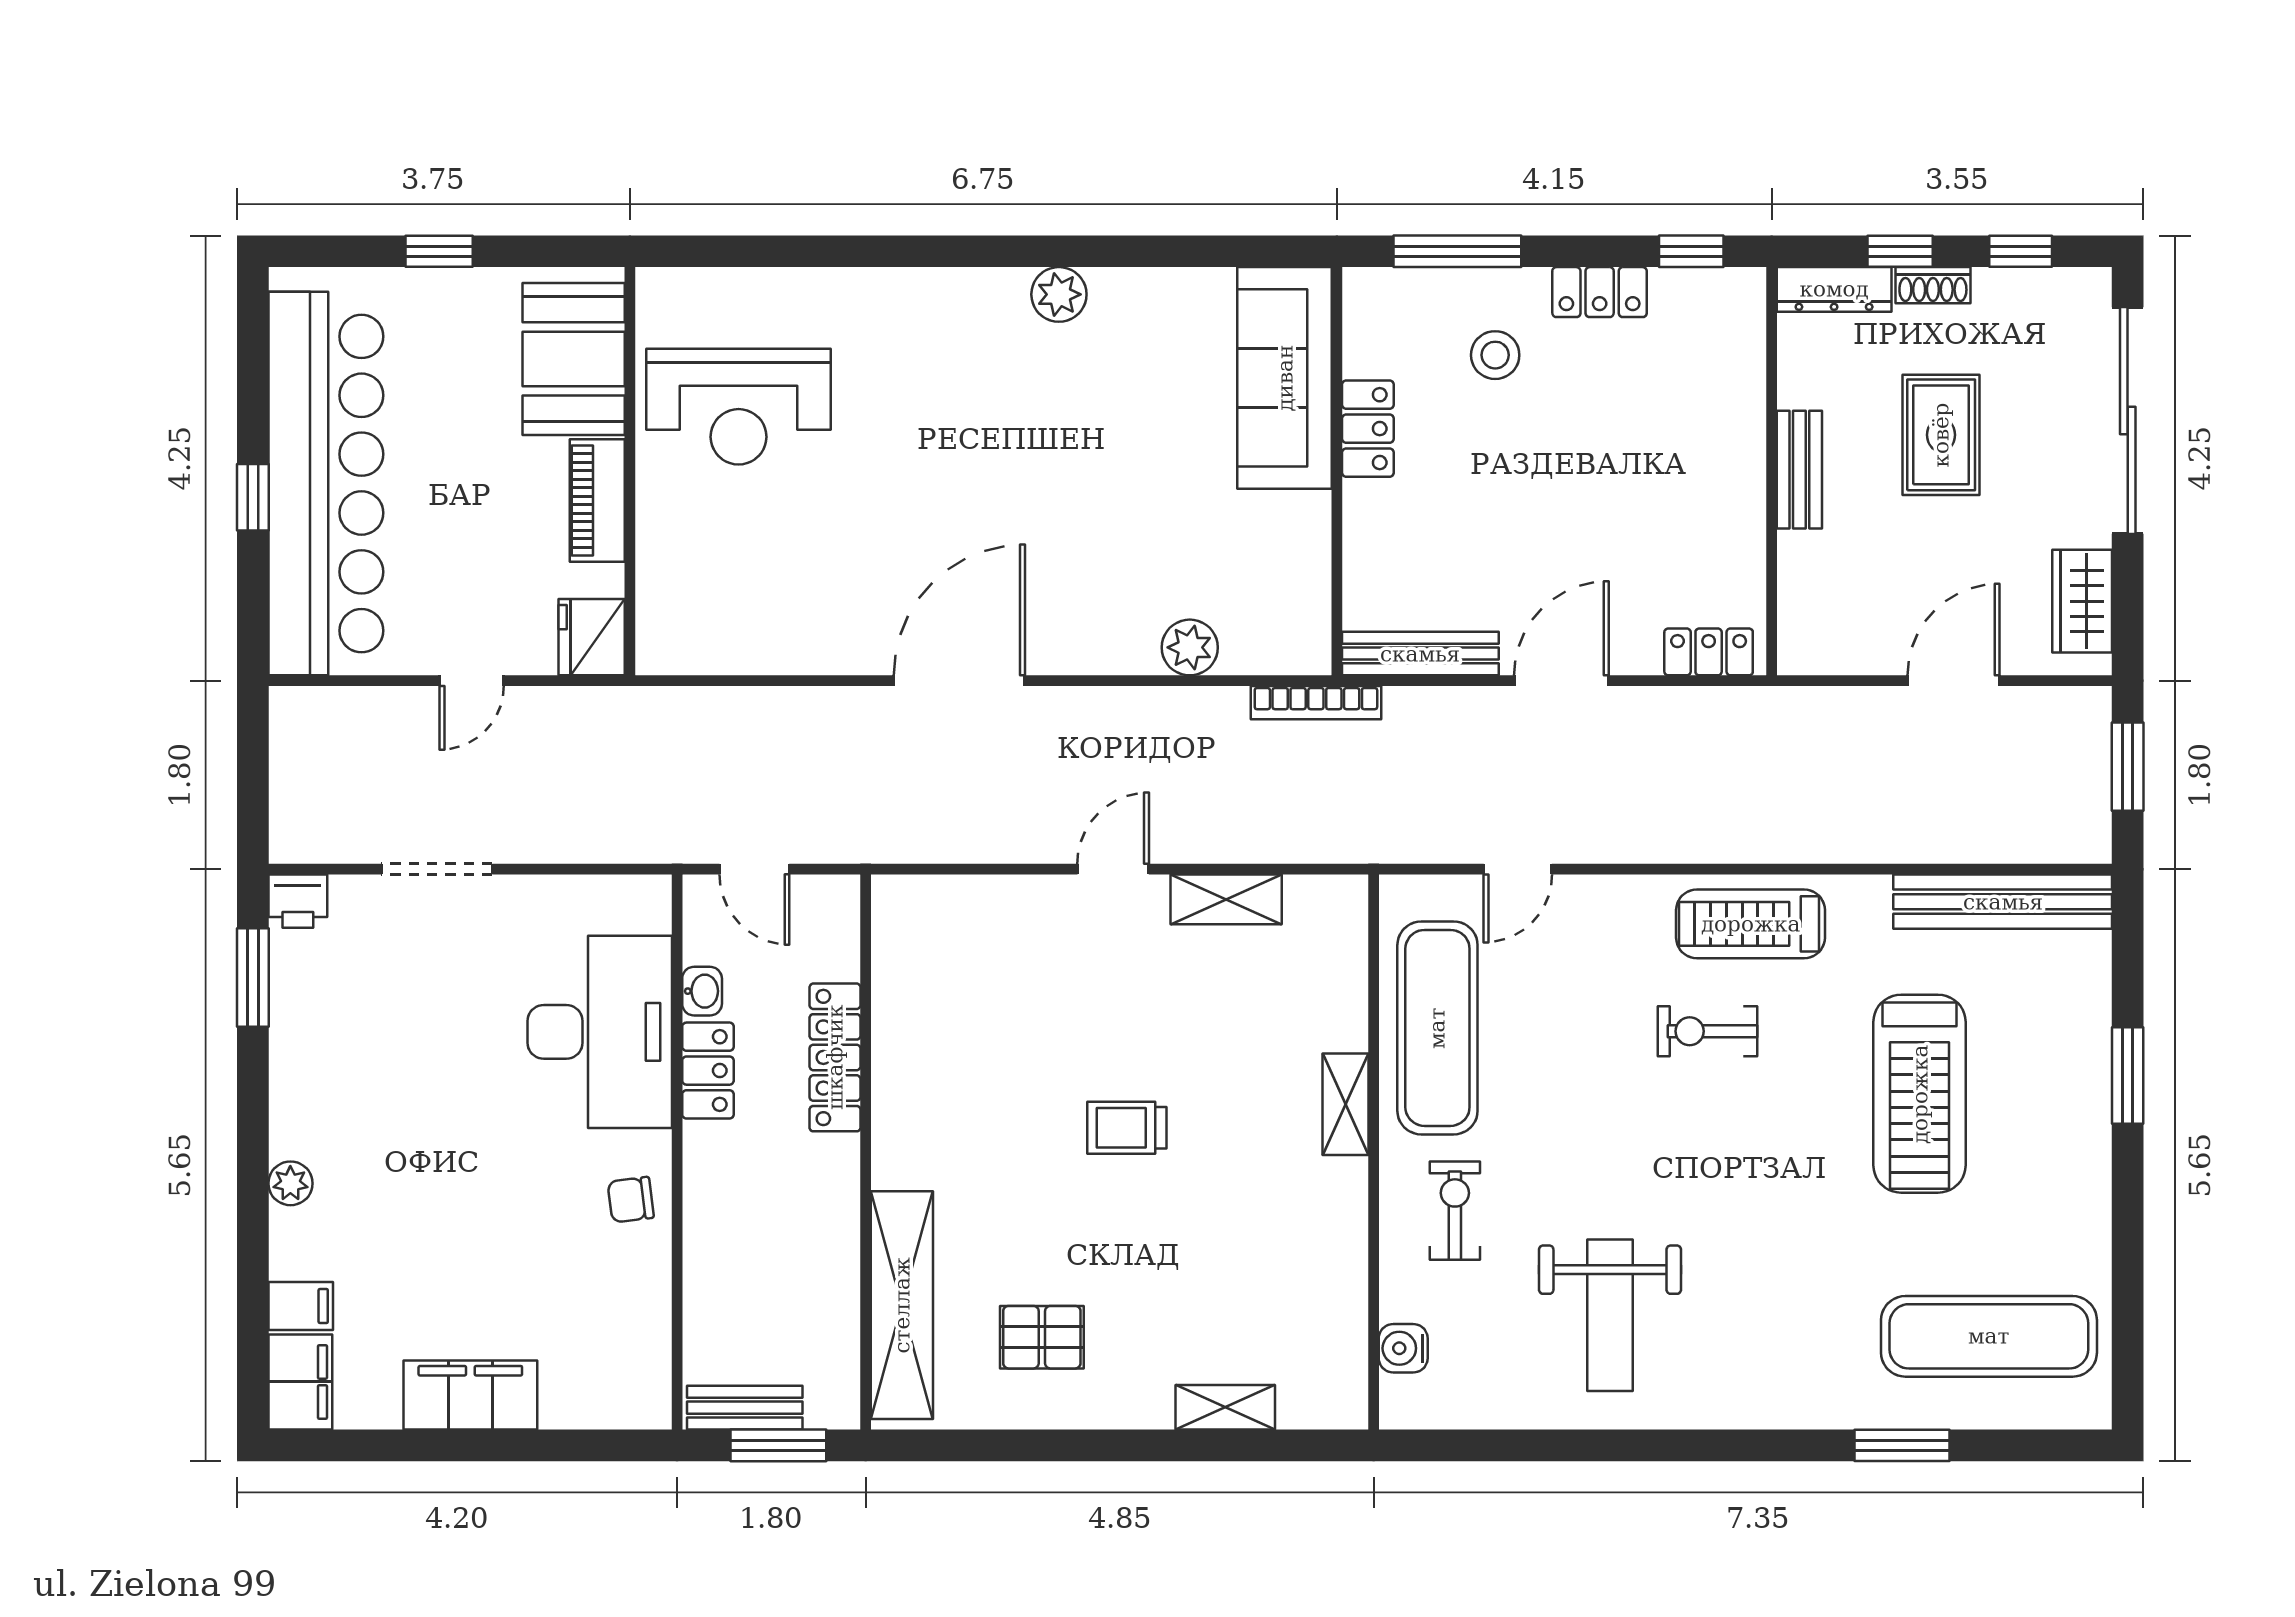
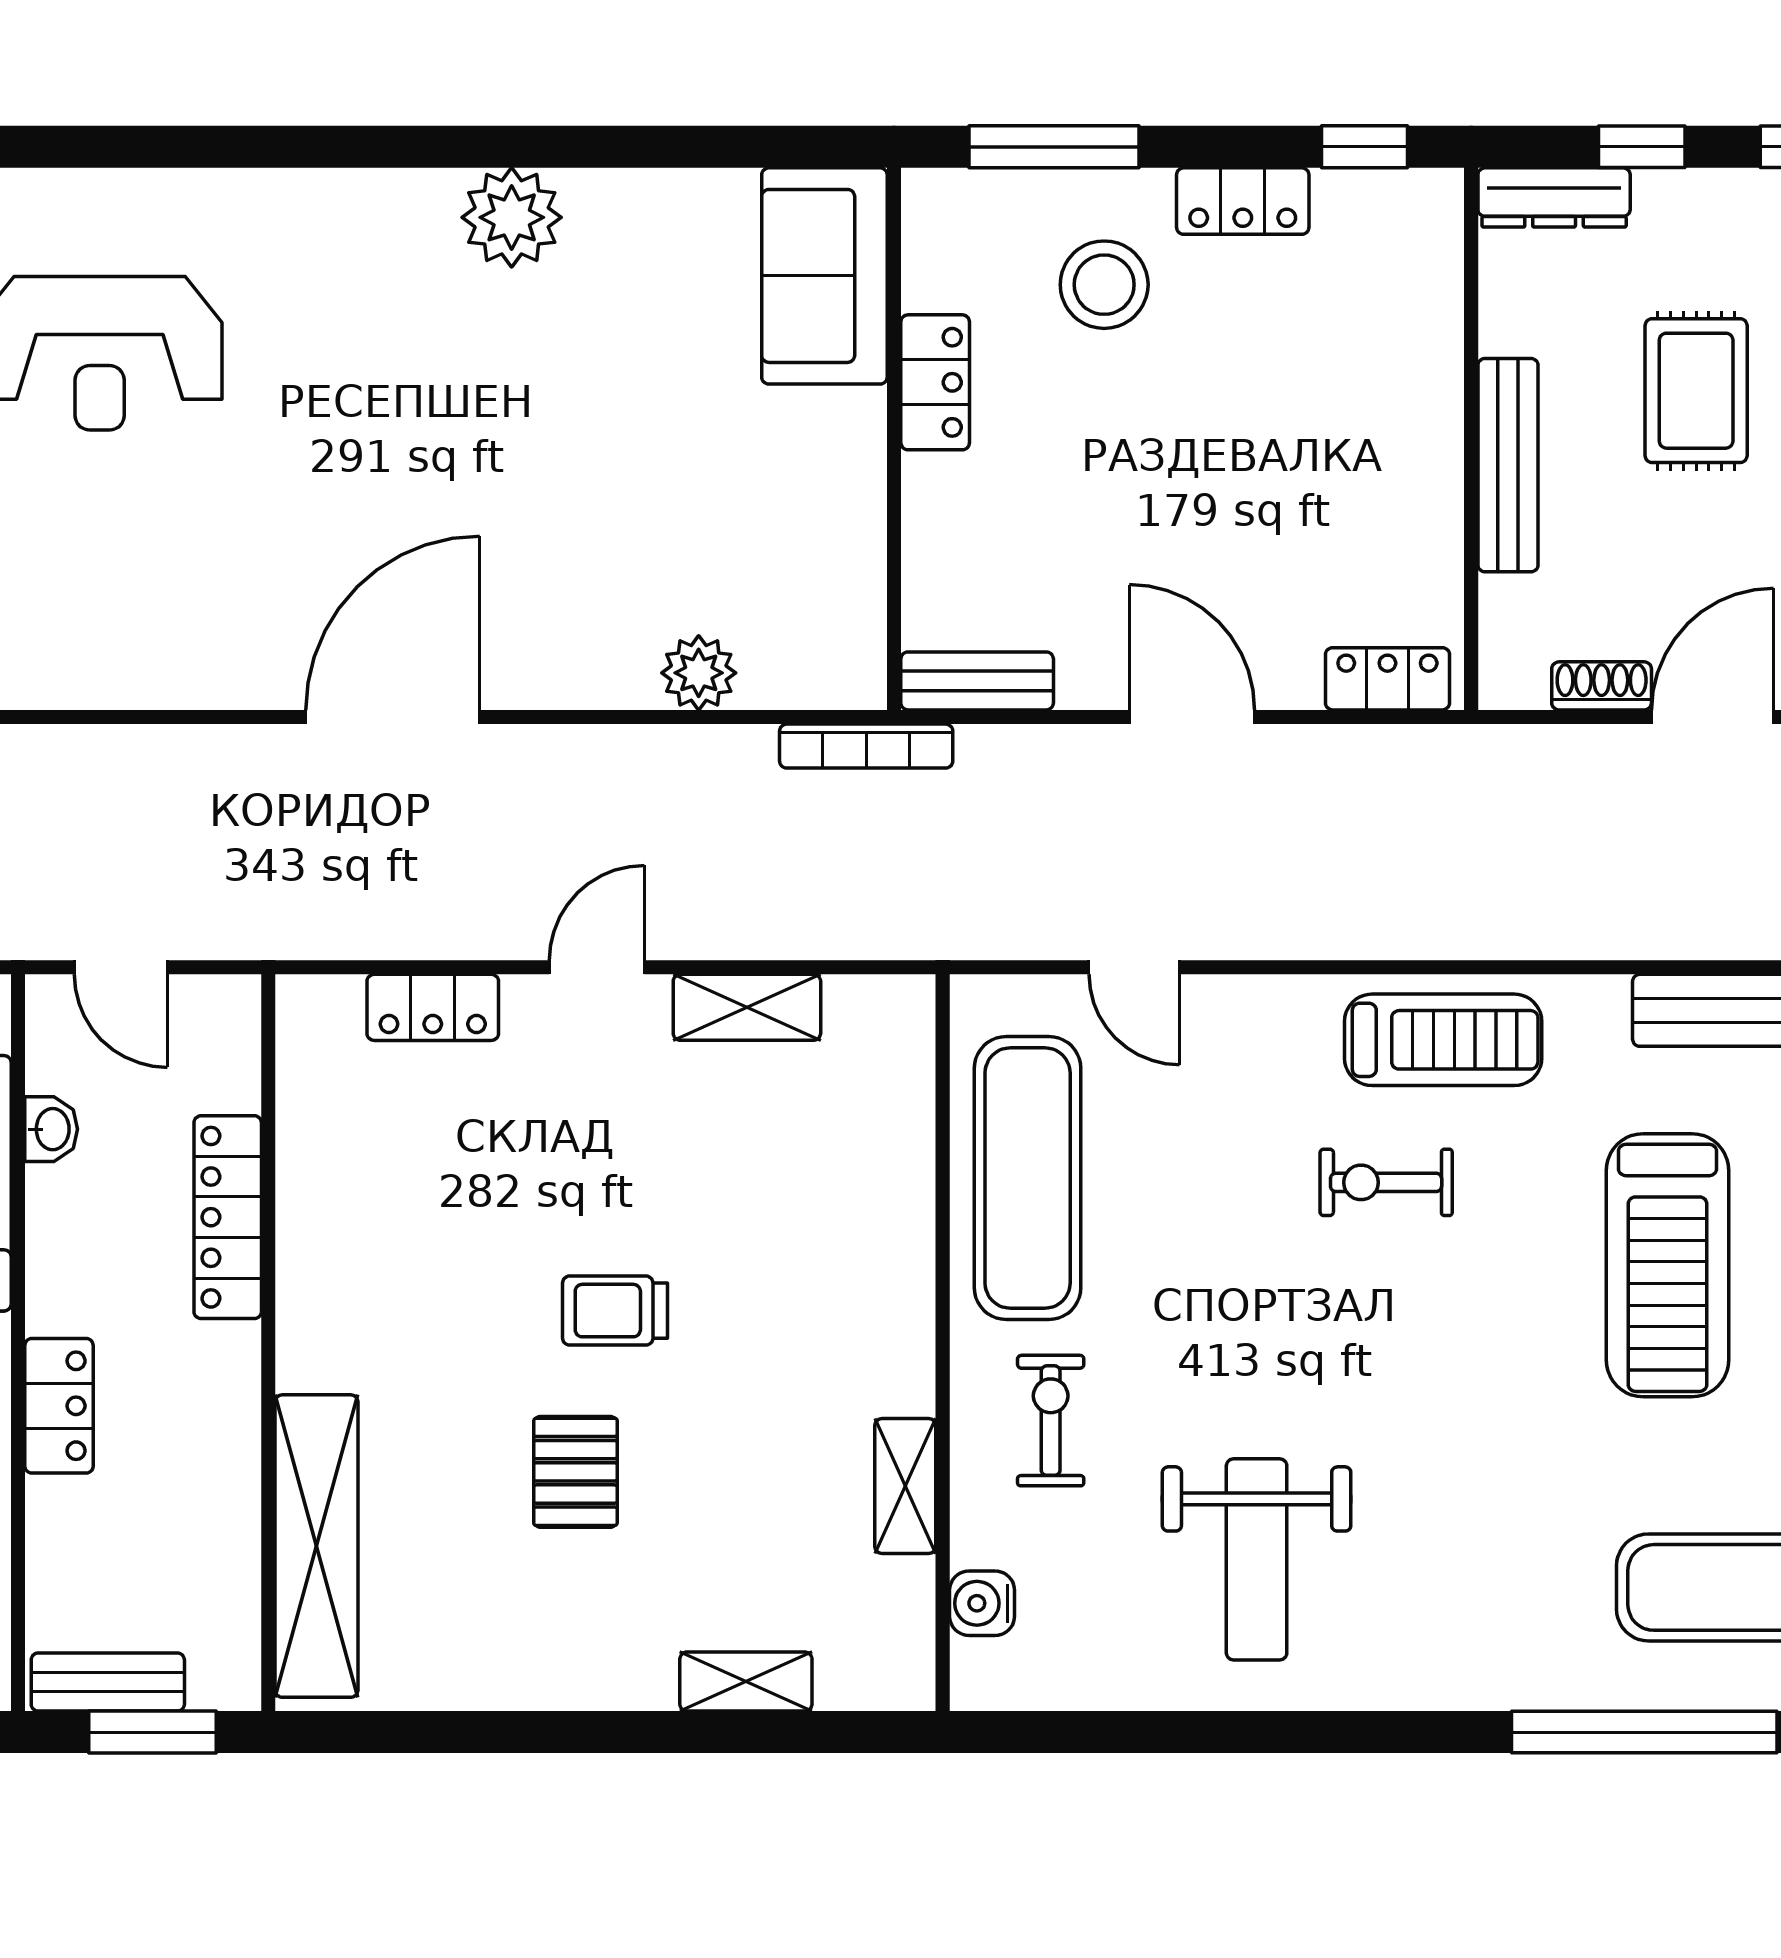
shoe rack: (1933, 285) -> (1602, 686), moved, turned 180
plant: (1059, 294) -> (512, 217), width x1.36, depth x1.36
stool: (1495, 355) -> (1104, 285), width x1.38, depth x1.38
sofa: (1285, 378) -> (824, 276), width x0.73
bench: (1799, 470) -> (1508, 465), width x1.36
bench: (1420, 654) -> (977, 681), width x0.73
door: (1561, 681) -> (1192, 717), hinge flipped
door: (1518, 869) -> (1134, 967), hinge flipped
locker: (989, 899) -> (433, 1007), added
treadmill: (1751, 924) -> (1443, 1040), turned 180
locker: (708, 1071) -> (59, 1406), moved
shelving: (1345, 1104) -> (905, 1486), moved
pallet: (1042, 1337) -> (575, 1472), moved, turned 90
window: (1902, 1445) -> (1644, 1732), width x2.11

